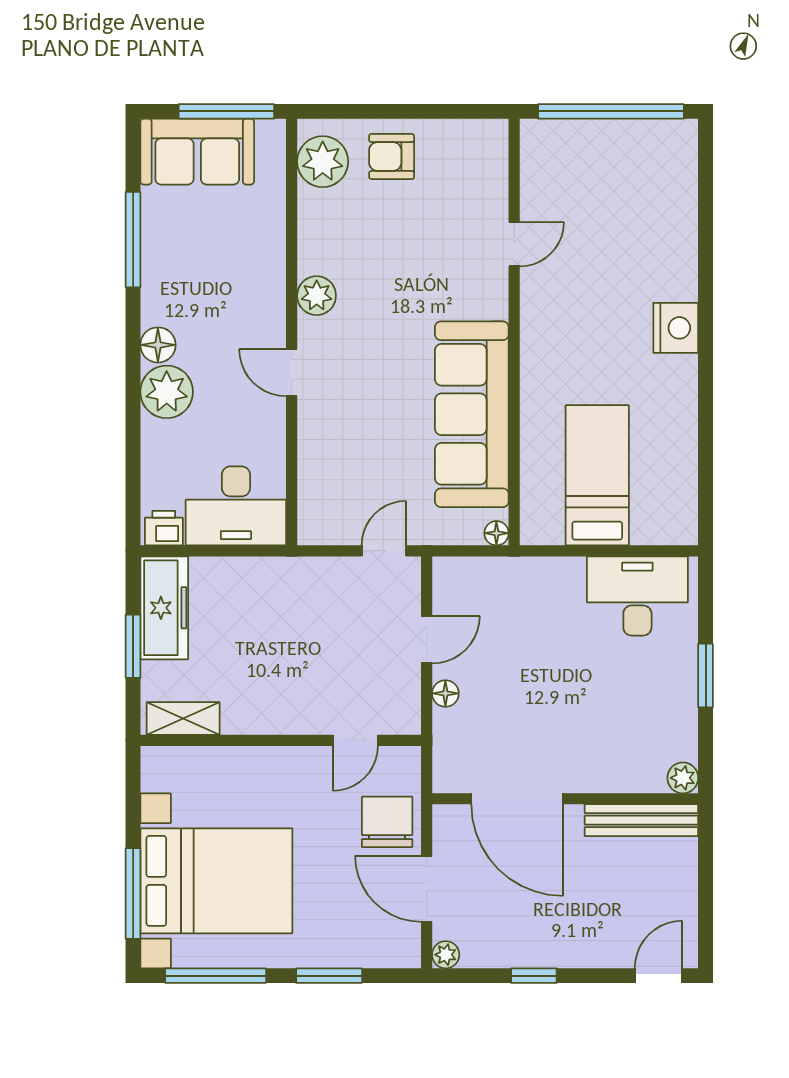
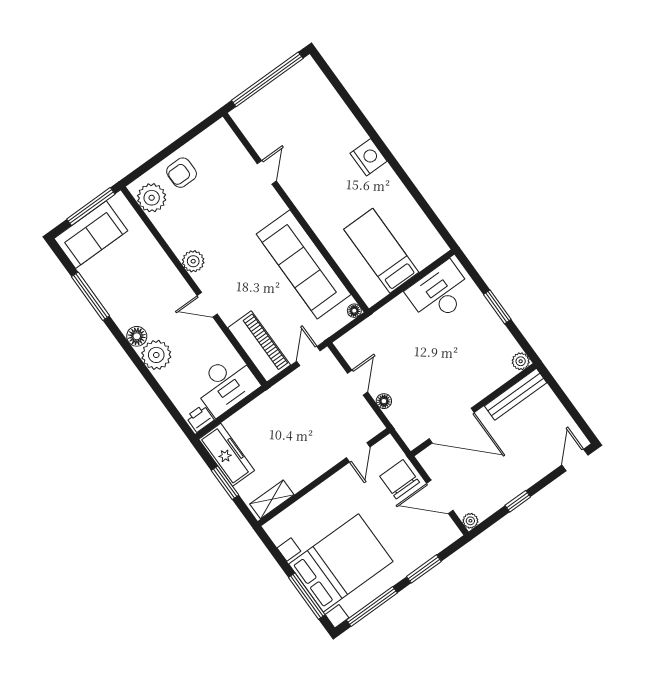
piano: (323, 486) -> (259, 346), added

